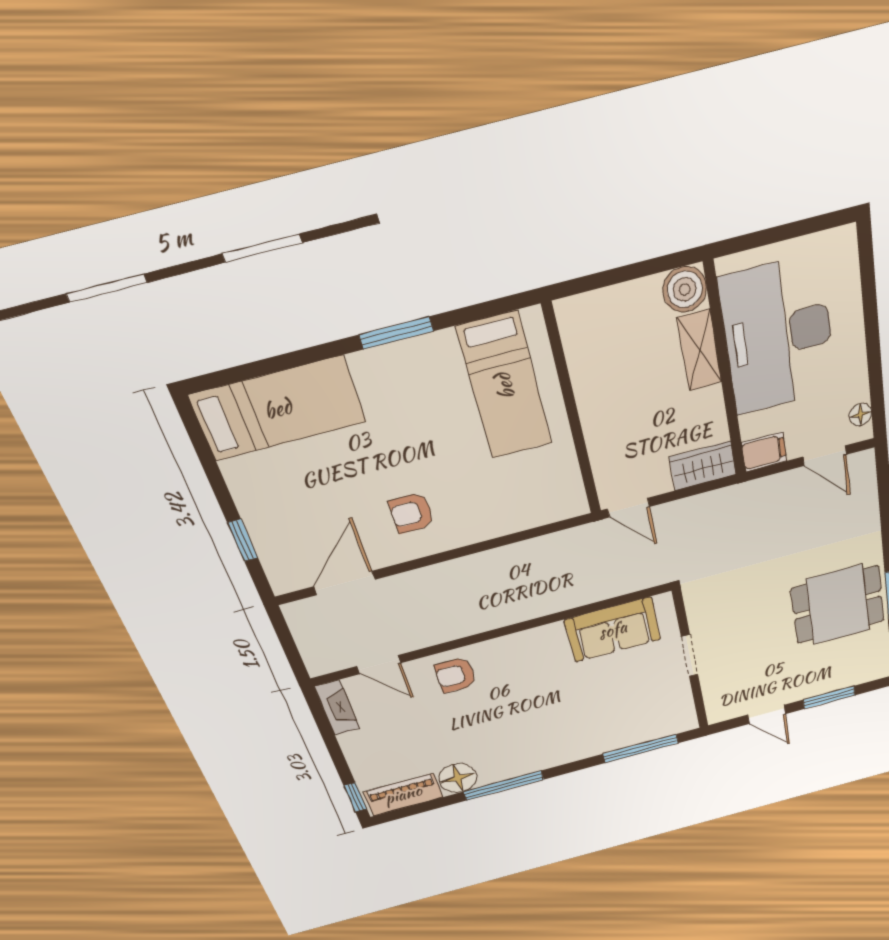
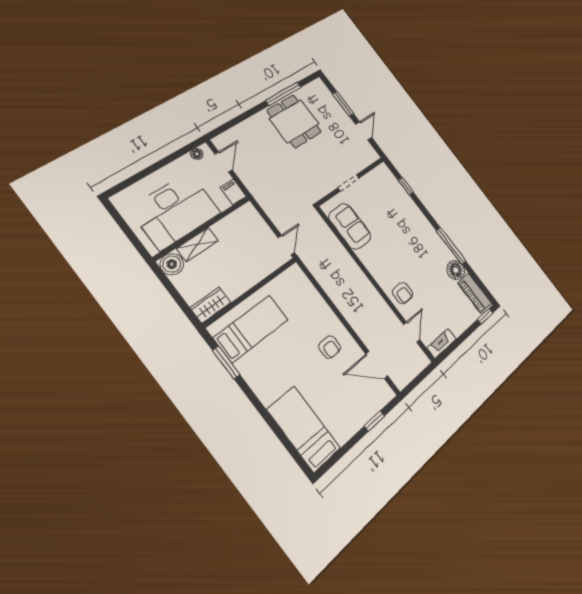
window: (396, 333) -> (226, 362), moved
wardrobe: (703, 466) -> (211, 305), moved, turned 90
window: (641, 749) -> (406, 186), width x0.46

